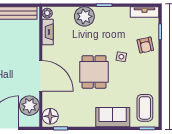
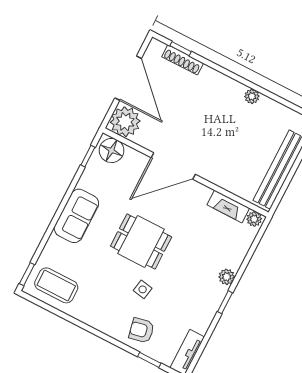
plant: (84, 16) -> (227, 277), width x0.53, depth x0.53
plant: (29, 106) -> (125, 122), moved
sofa: (113, 117) -> (76, 216), moved

